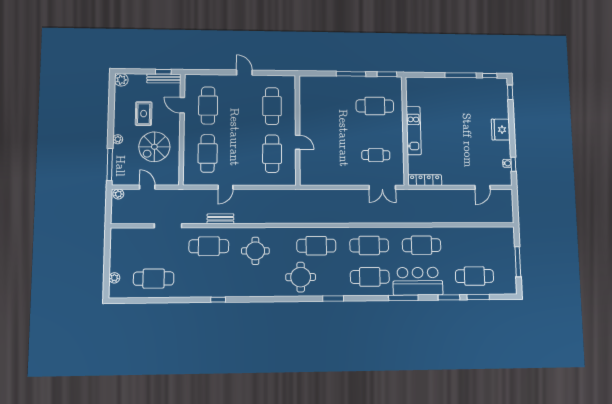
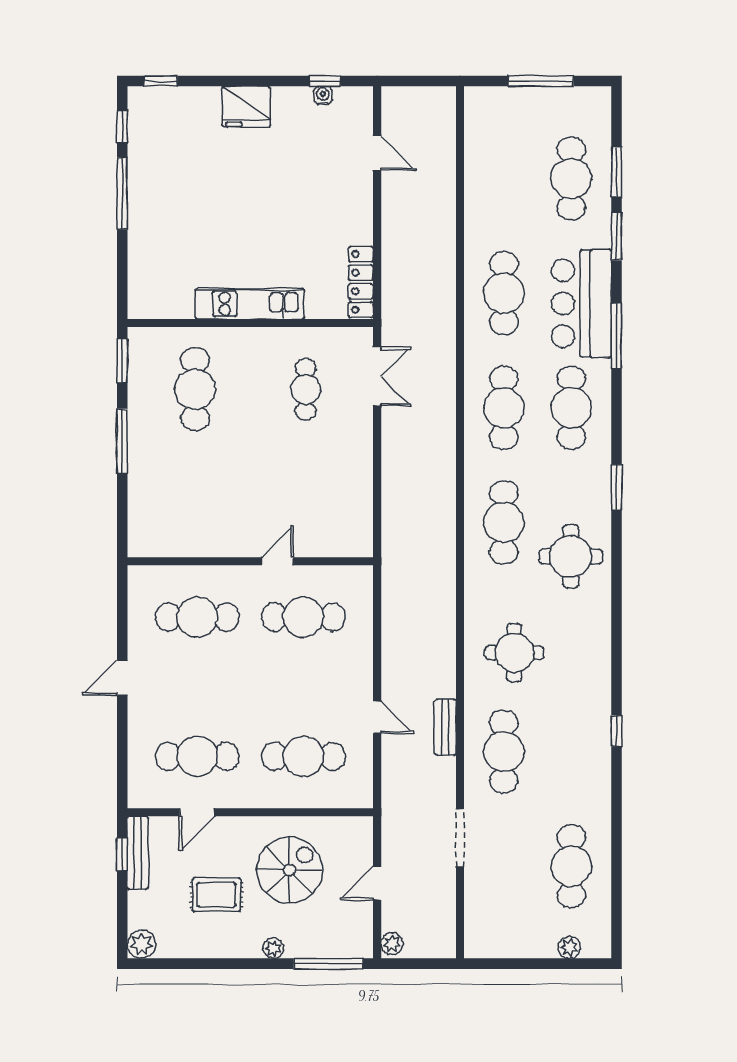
spiral stairs: (154, 147) -> (289, 870), turned -90

